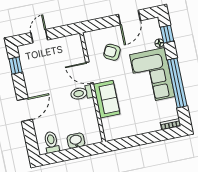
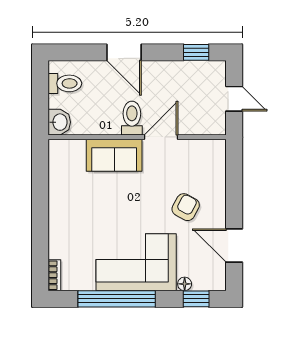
door: (90, 73) -> (161, 137), moved
wall: (93, 87) -> (137, 137), moved
toilet: (82, 93) -> (132, 118), moved
sofa: (107, 99) -> (114, 155), moved

